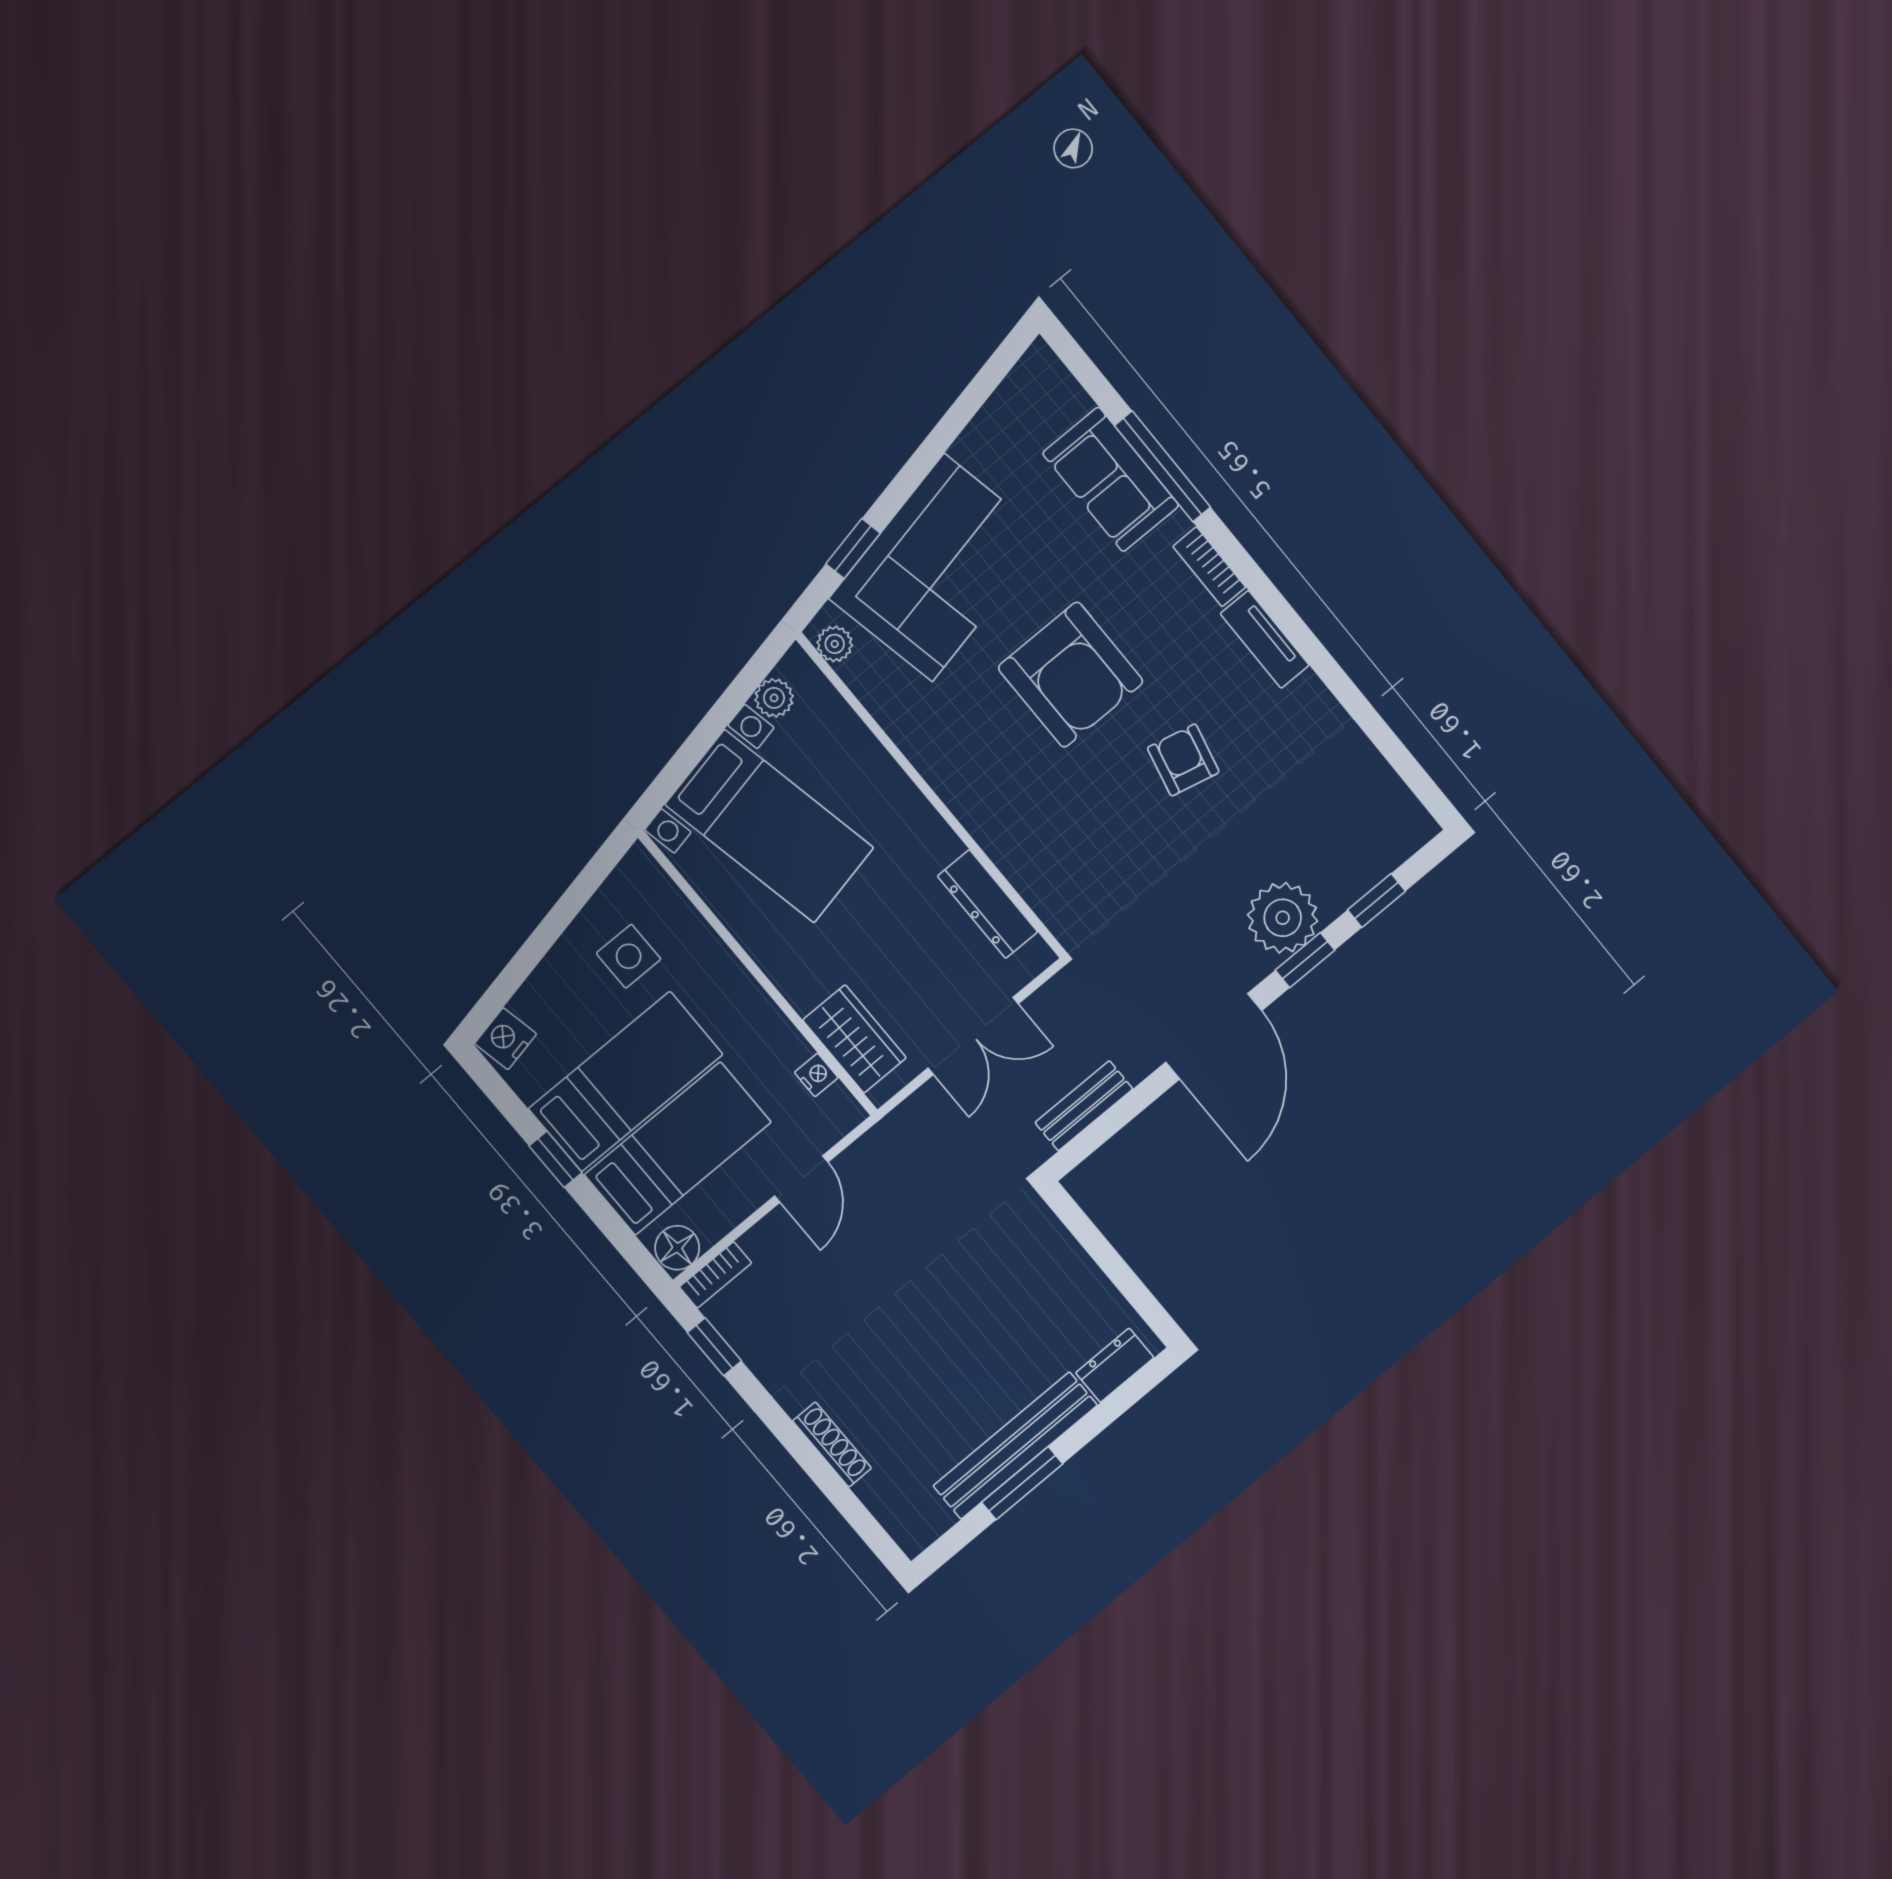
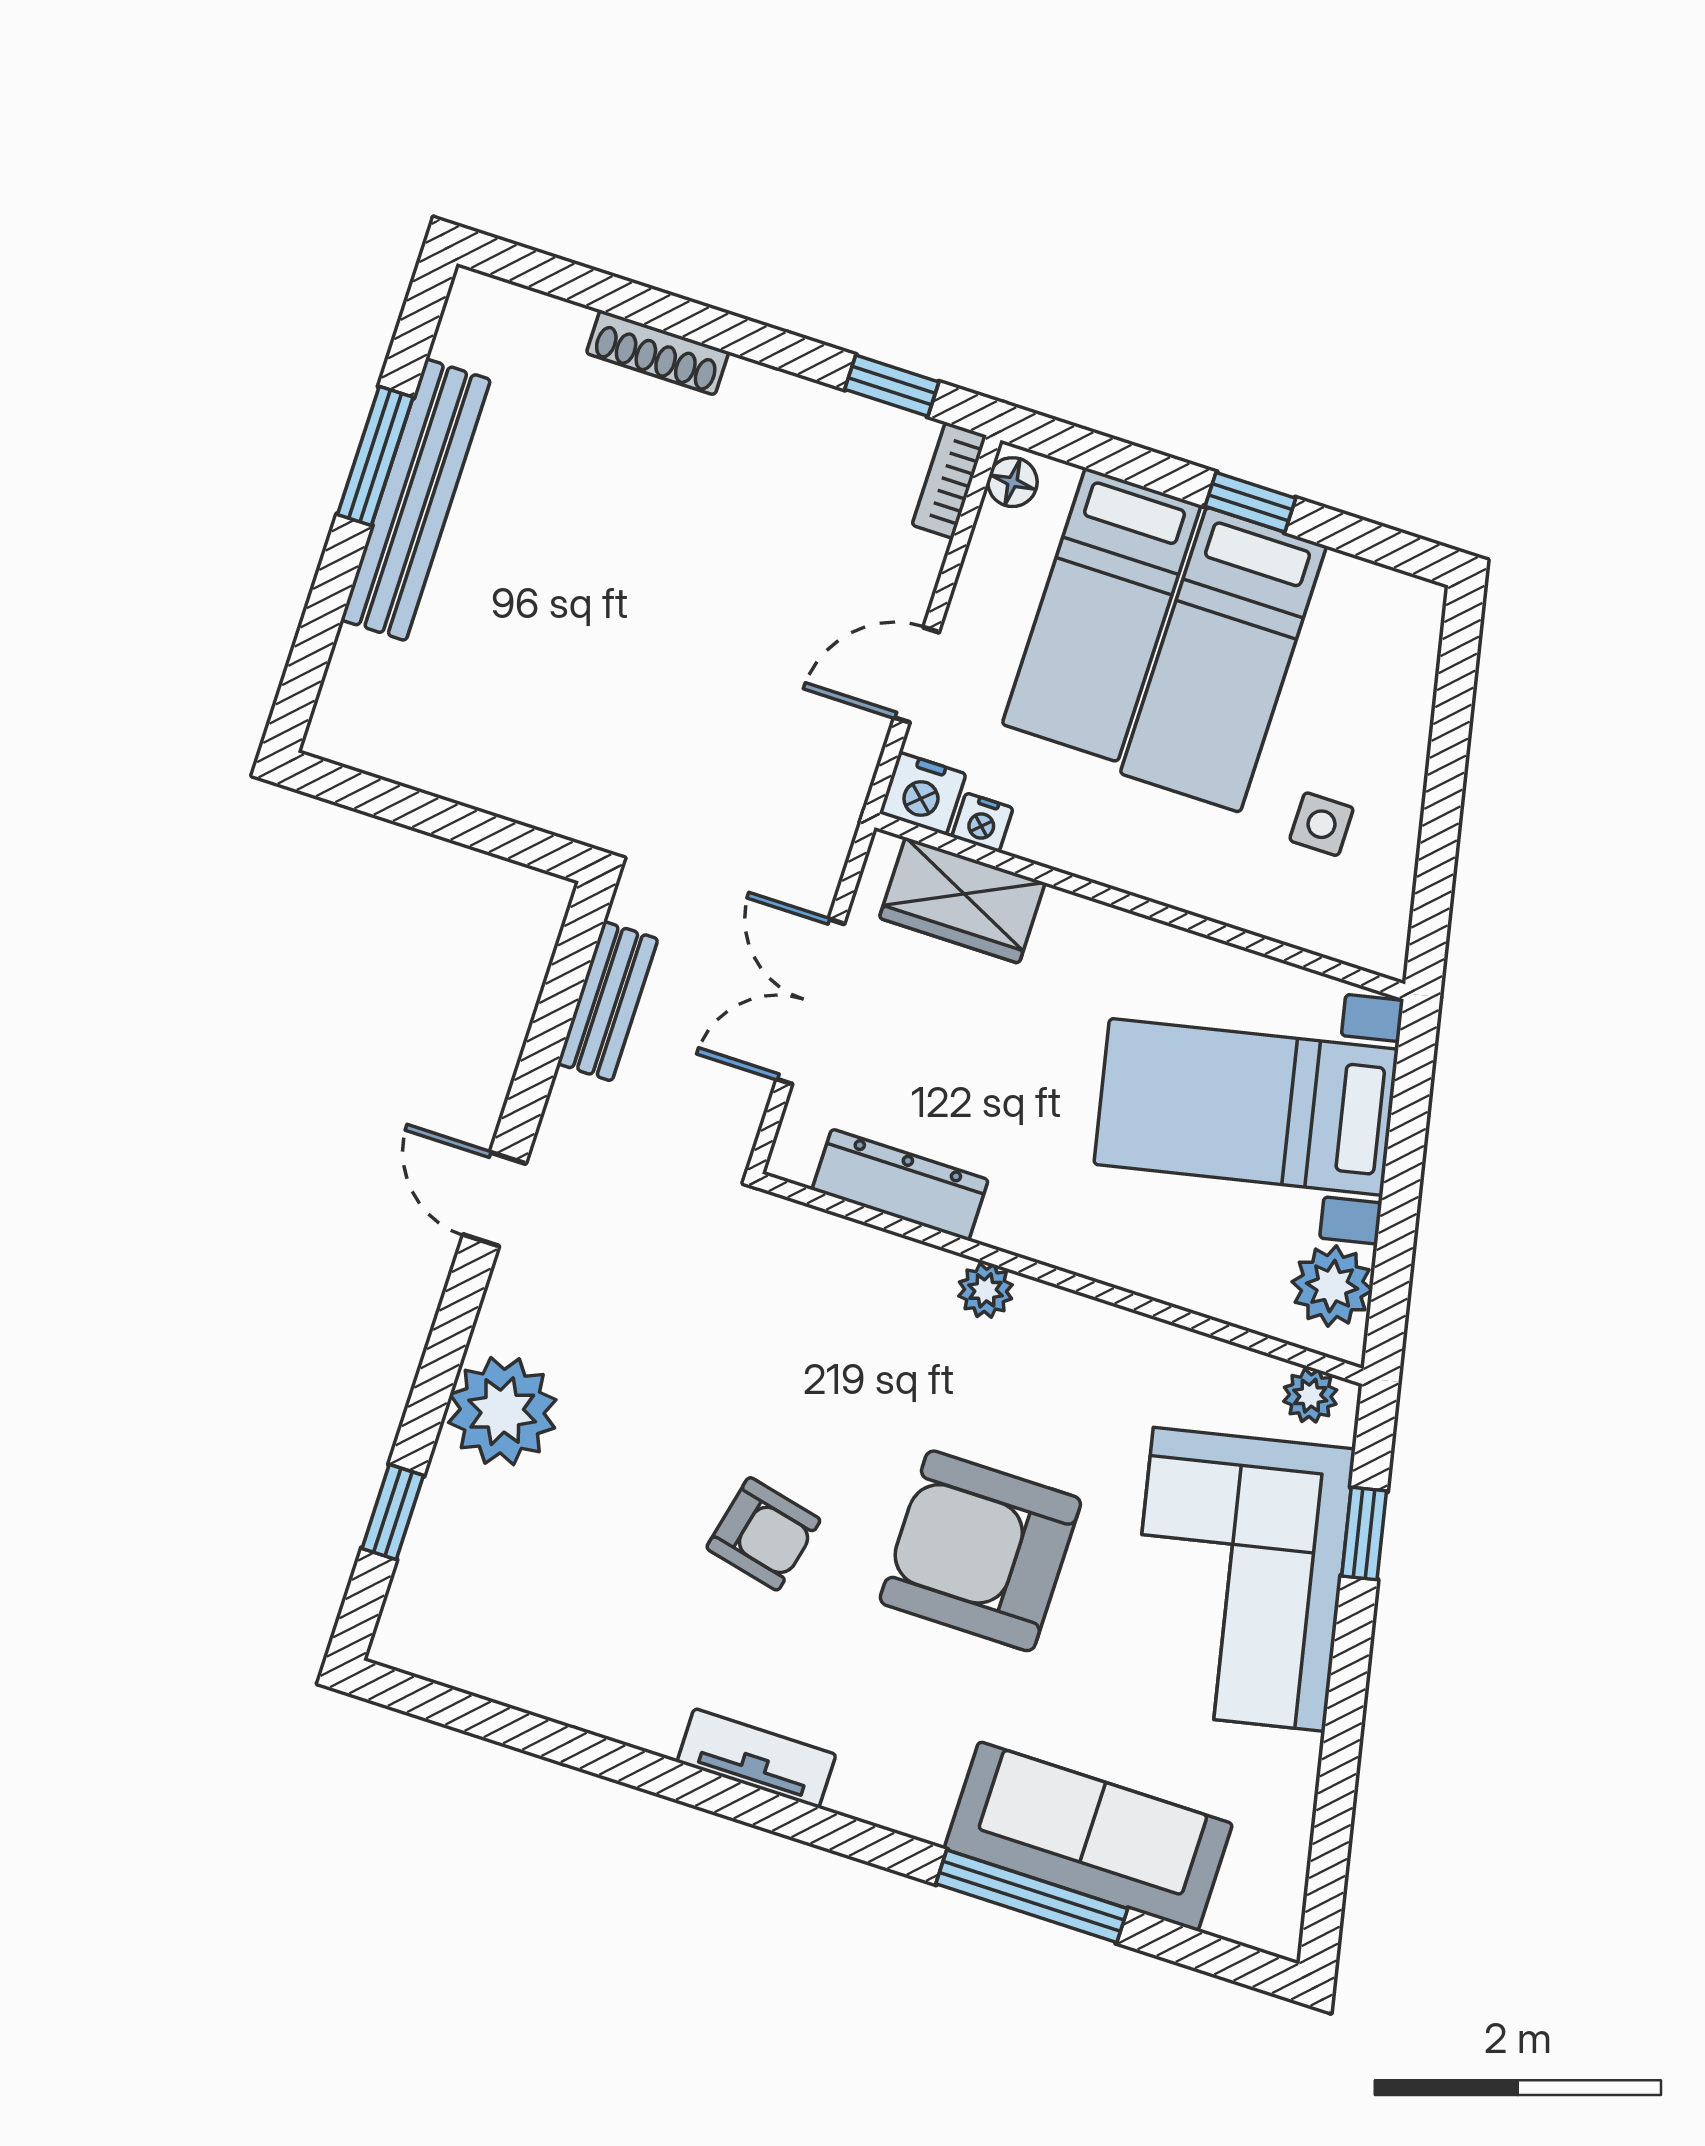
sofa: (1111, 479) -> (1088, 1836), width x1.36
bookcase: (1209, 567) -> (889, 1806), removed
plant: (774, 698) -> (1332, 1286), width x1.38, depth x1.38
plant: (977, 816) -> (986, 1290), added
side table: (629, 956) -> (1321, 824), width x0.73, depth x0.73
window: (1305, 960) -> (438, 1374), removed
door: (1214, 1036) -> (494, 1199), width x0.53
nightstand: (506, 1039) -> (923, 794), moved, turned 102
door: (801, 1179) -> (916, 675), hinge flipped
floor lamp: (677, 1248) -> (1012, 482), width x0.73, depth x0.73
dresser: (1115, 1365) -> (351, 686), removed

